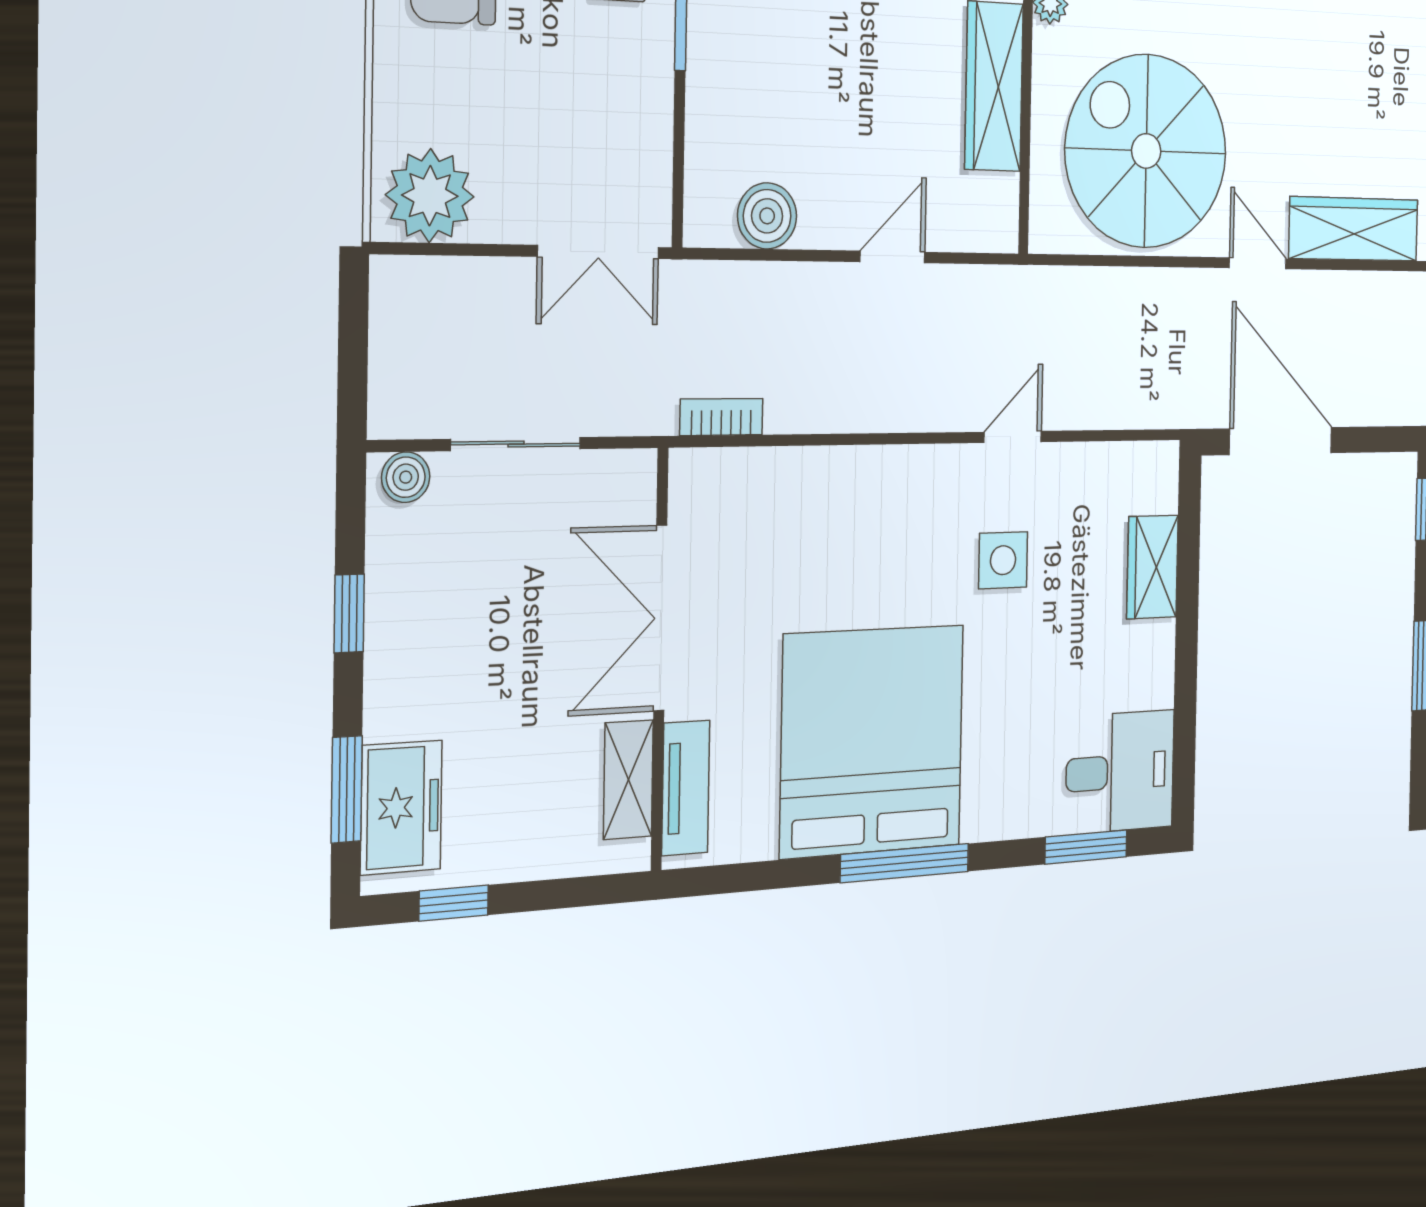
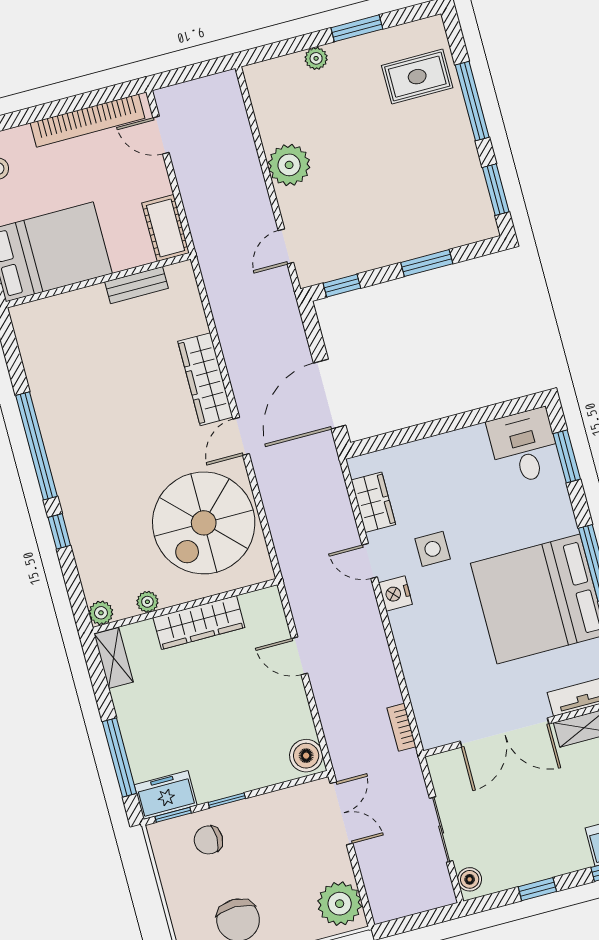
boiler: (767, 216) -> (306, 756), moved
nightstand: (949, 470) -> (395, 594), added
wardrobe: (1152, 567) -> (373, 502), moved, turned -90

